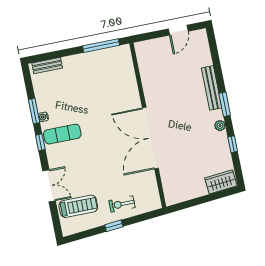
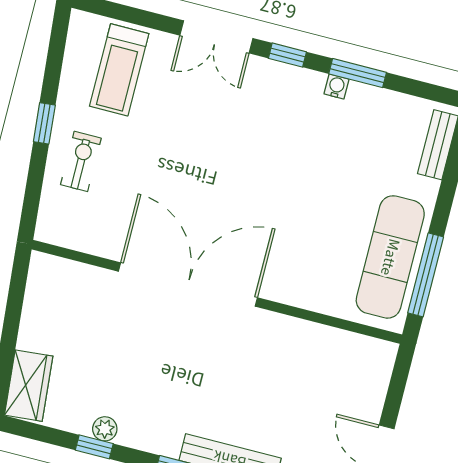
plant: (220, 126) -> (105, 429), moved
exercise mat: (62, 134) -> (390, 257), moved, width x1.36, depth x1.45
double door: (49, 186) -> (216, 37), moved

